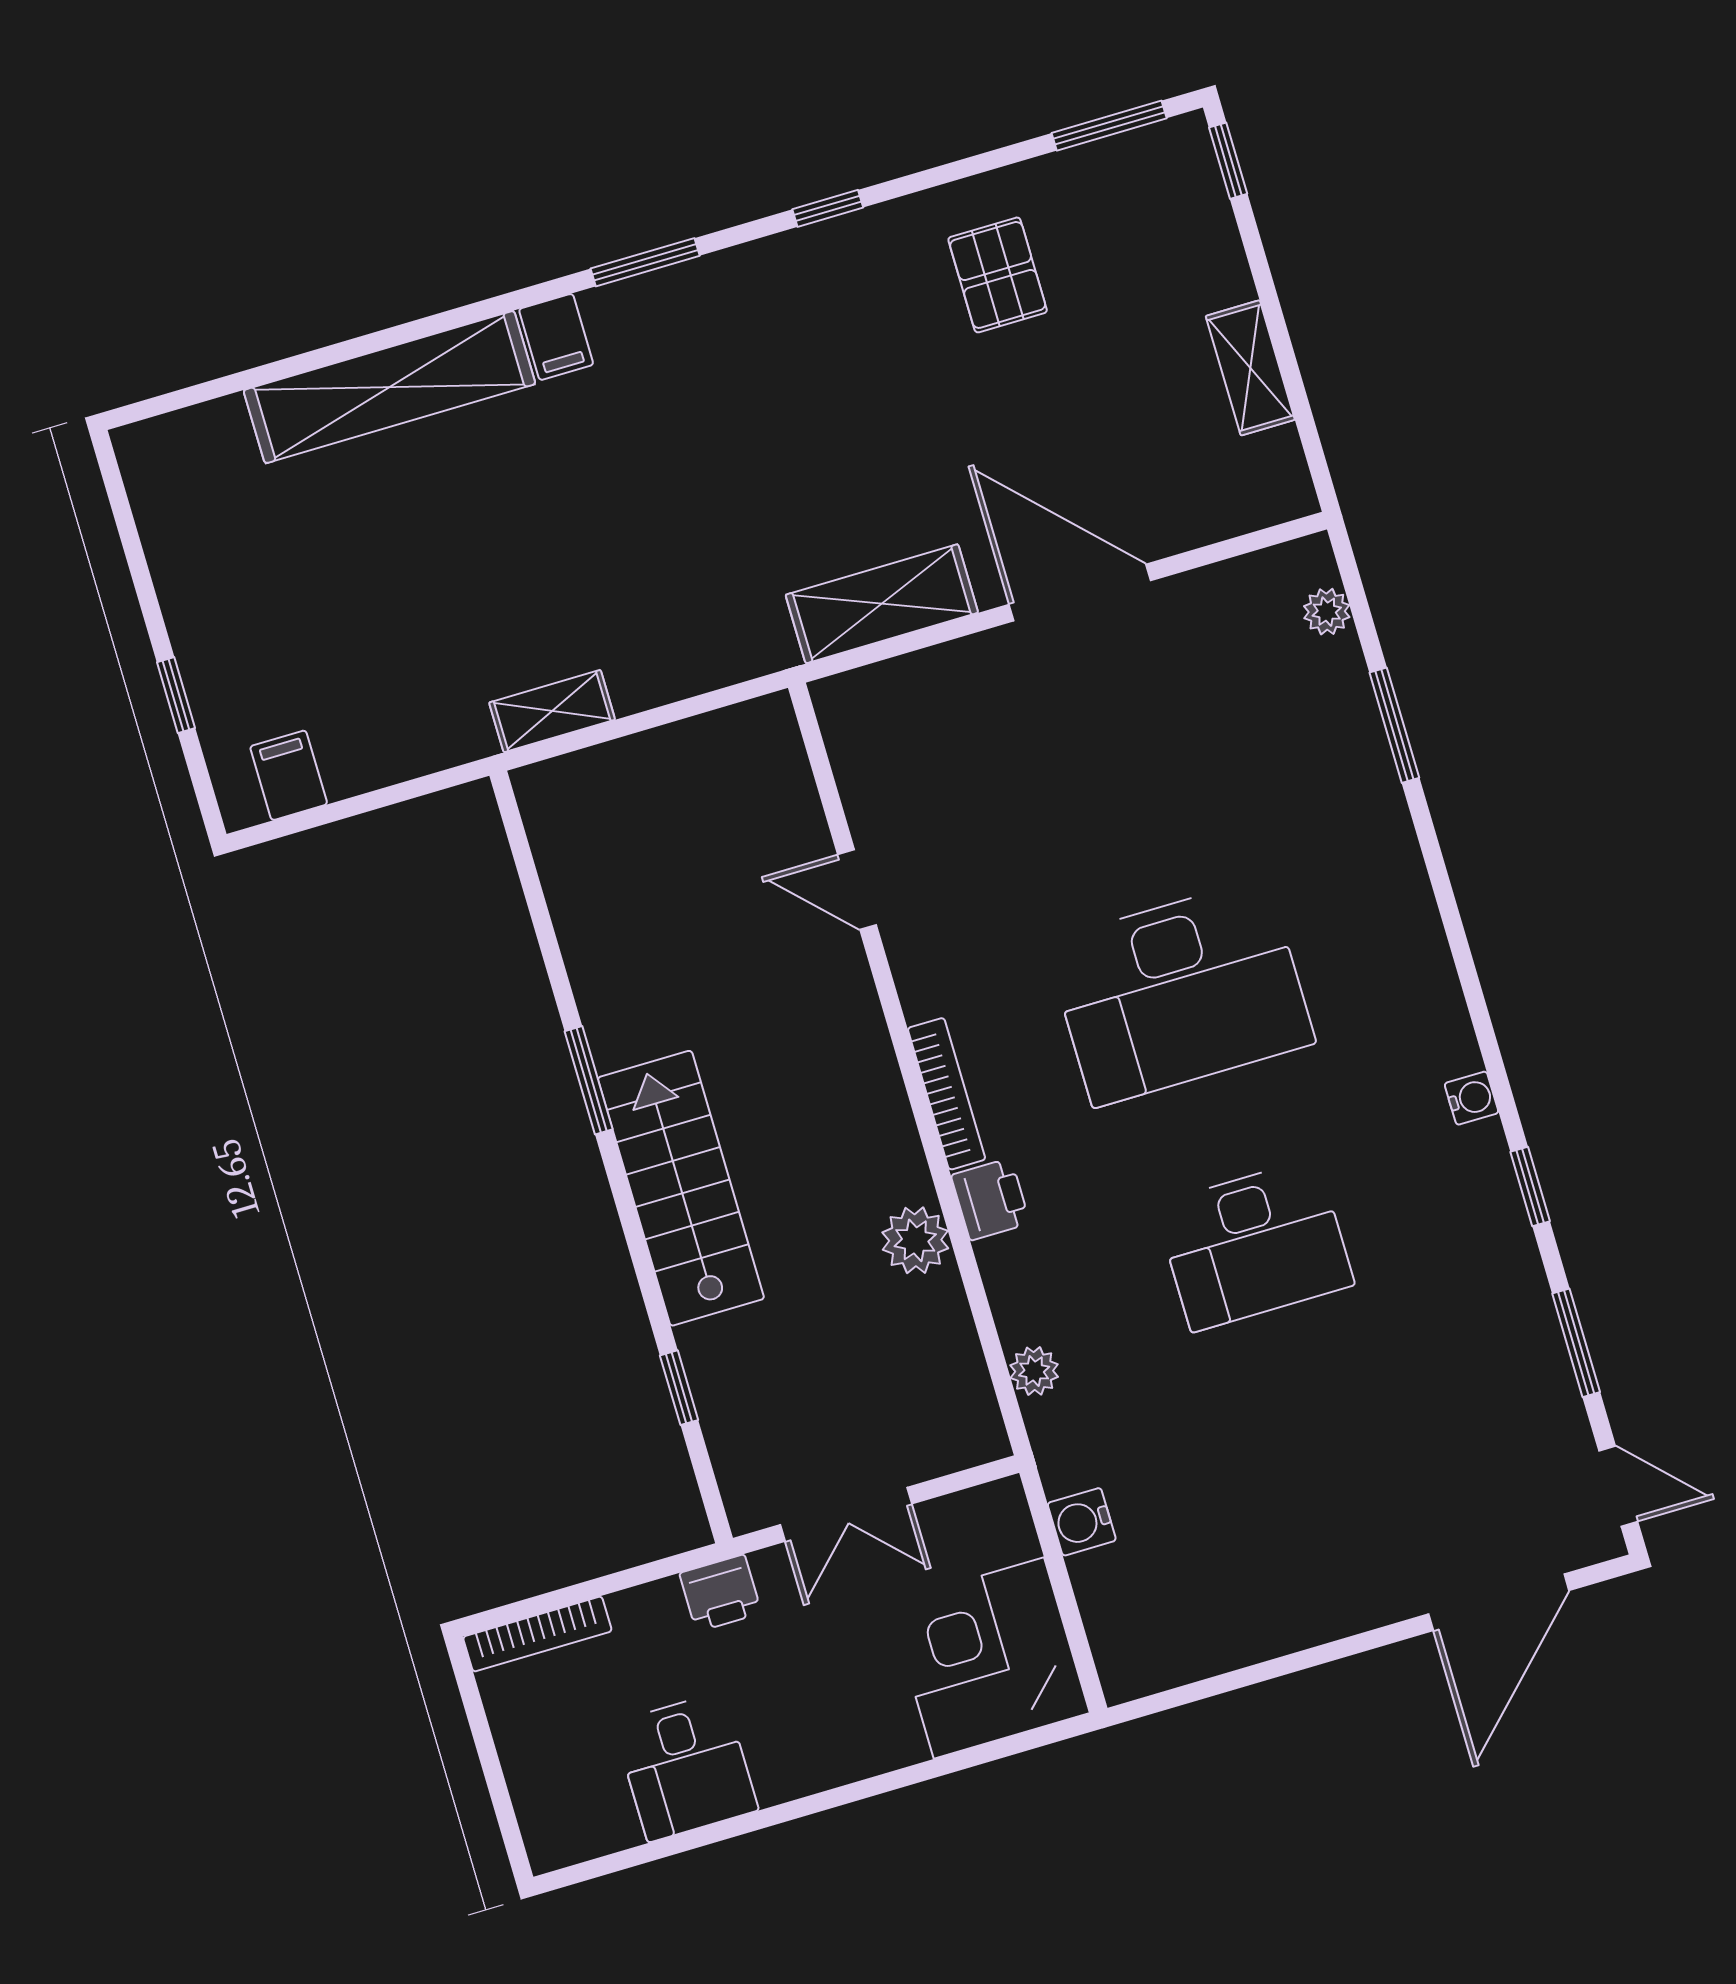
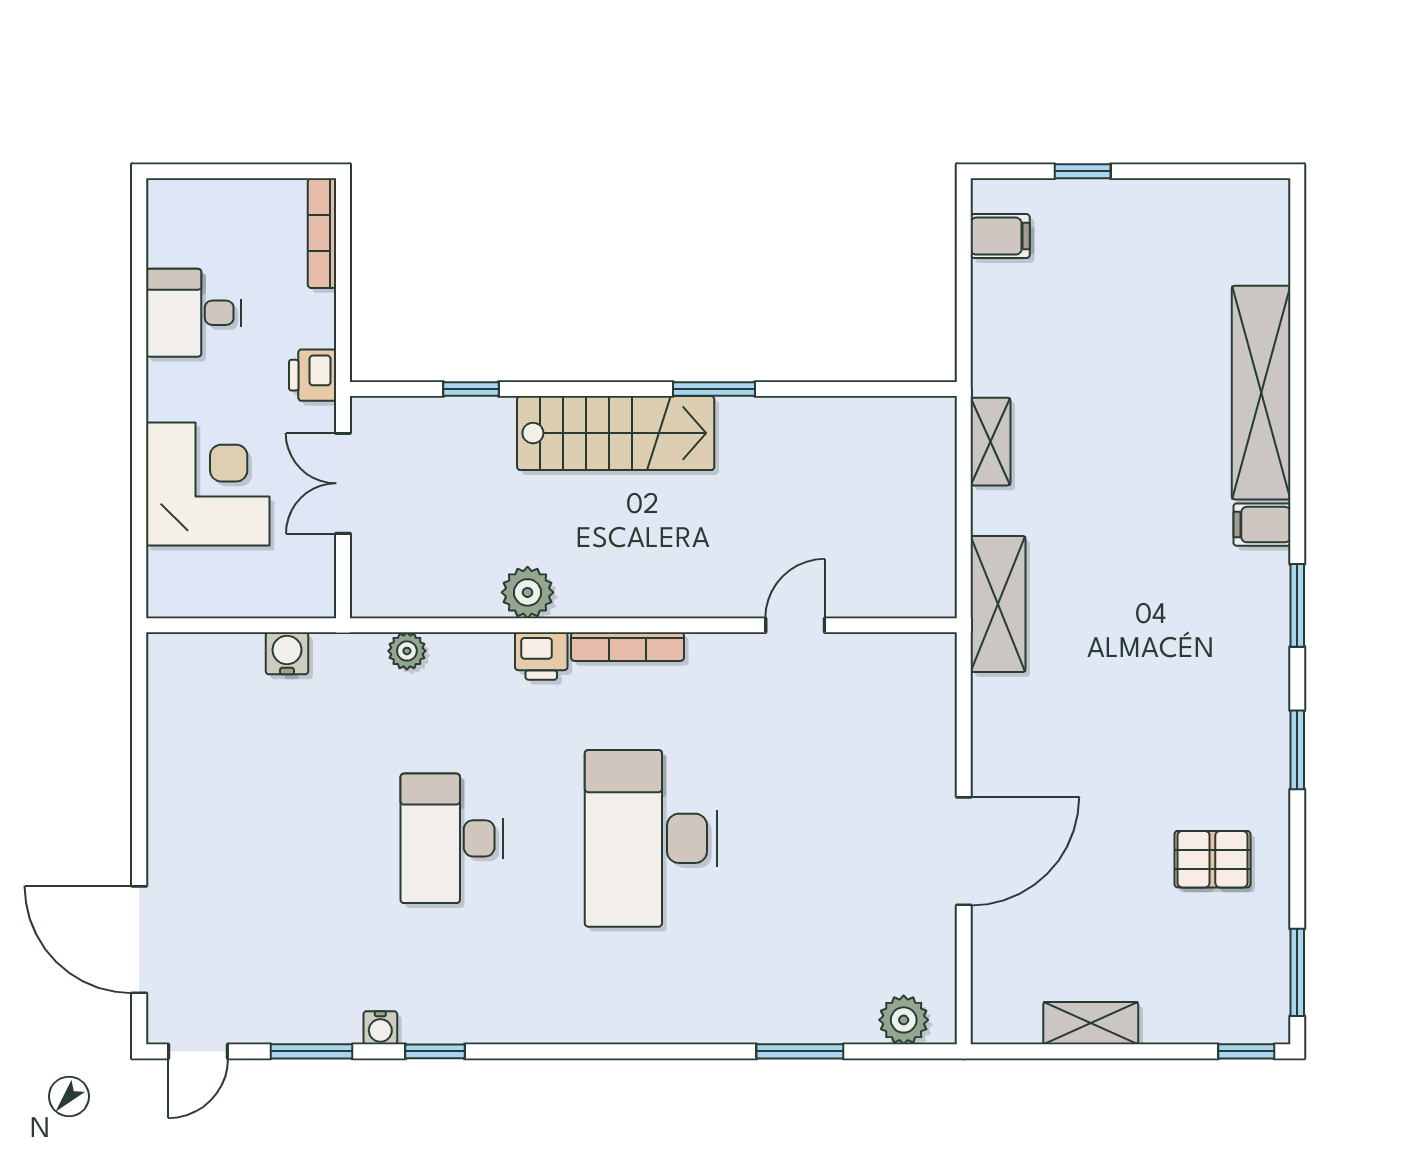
window: (828, 208) -> (1297, 750), width x1.50
shelving: (882, 604) -> (998, 604), moved
plant: (1327, 612) -> (904, 1020), width x1.38, depth x1.38
water cooler: (1472, 1098) -> (380, 1028), moved
corner desk: (989, 1658) -> (208, 484), moved

